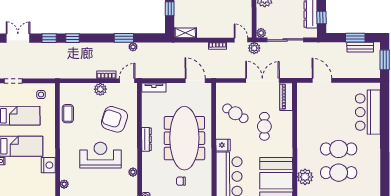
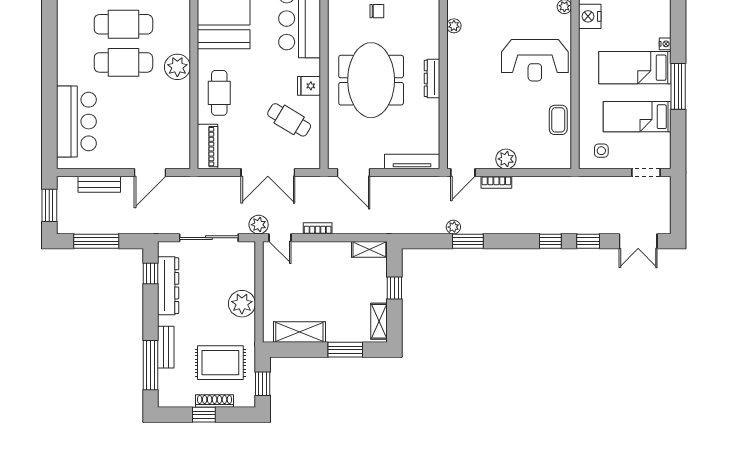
plant: (261, 33) -> (248, 249), removed
window: (355, 38) -> (96, 241), width x1.44
bench: (360, 47) -> (99, 184), moved
double door: (262, 80) -> (268, 173), moved
door: (322, 80) -> (150, 173), hinge flipped
tv unit: (154, 88) -> (412, 162), width x1.41
armchair: (114, 119) -> (483, 111), removed
cafe table: (264, 126) -> (219, 93), moved
meeting table: (184, 138) -> (371, 80), width x0.73
fridge: (223, 145) -> (309, 86), moved
reception desk: (100, 155) -> (535, 60), moved
nightstand: (48, 165) -> (590, 16), moved
plant: (305, 177) -> (177, 67), moved

